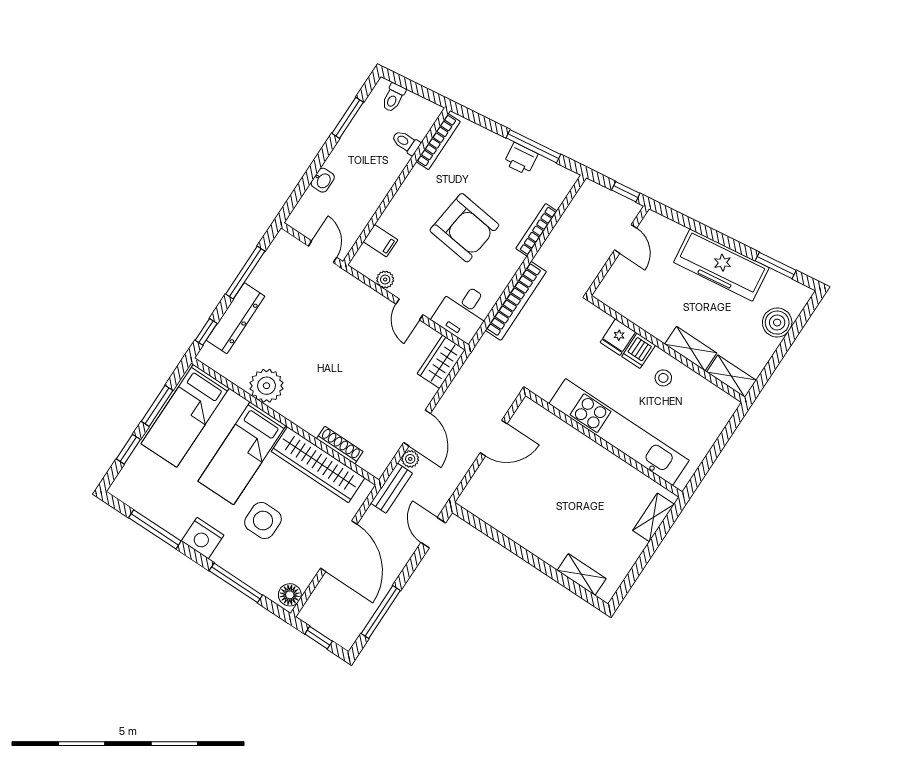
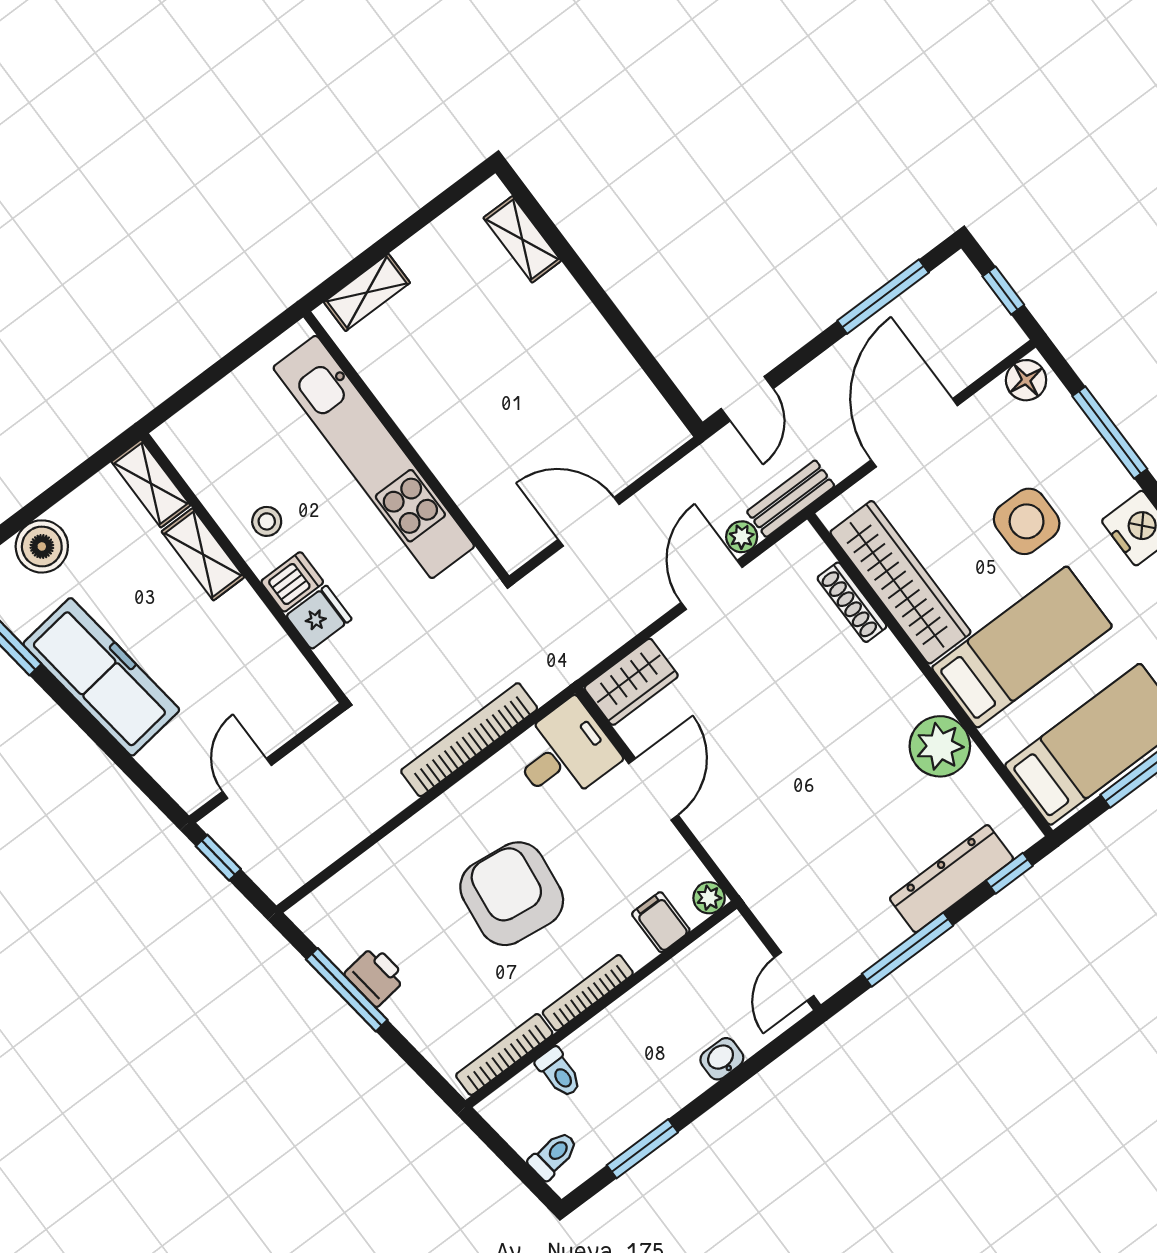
bookcase: (536, 230) -> (588, 993), moved, turned 180
door: (322, 252) -> (794, 977), moved
plant: (385, 279) -> (709, 898), moved
door: (409, 309) -> (653, 789), width x1.38

